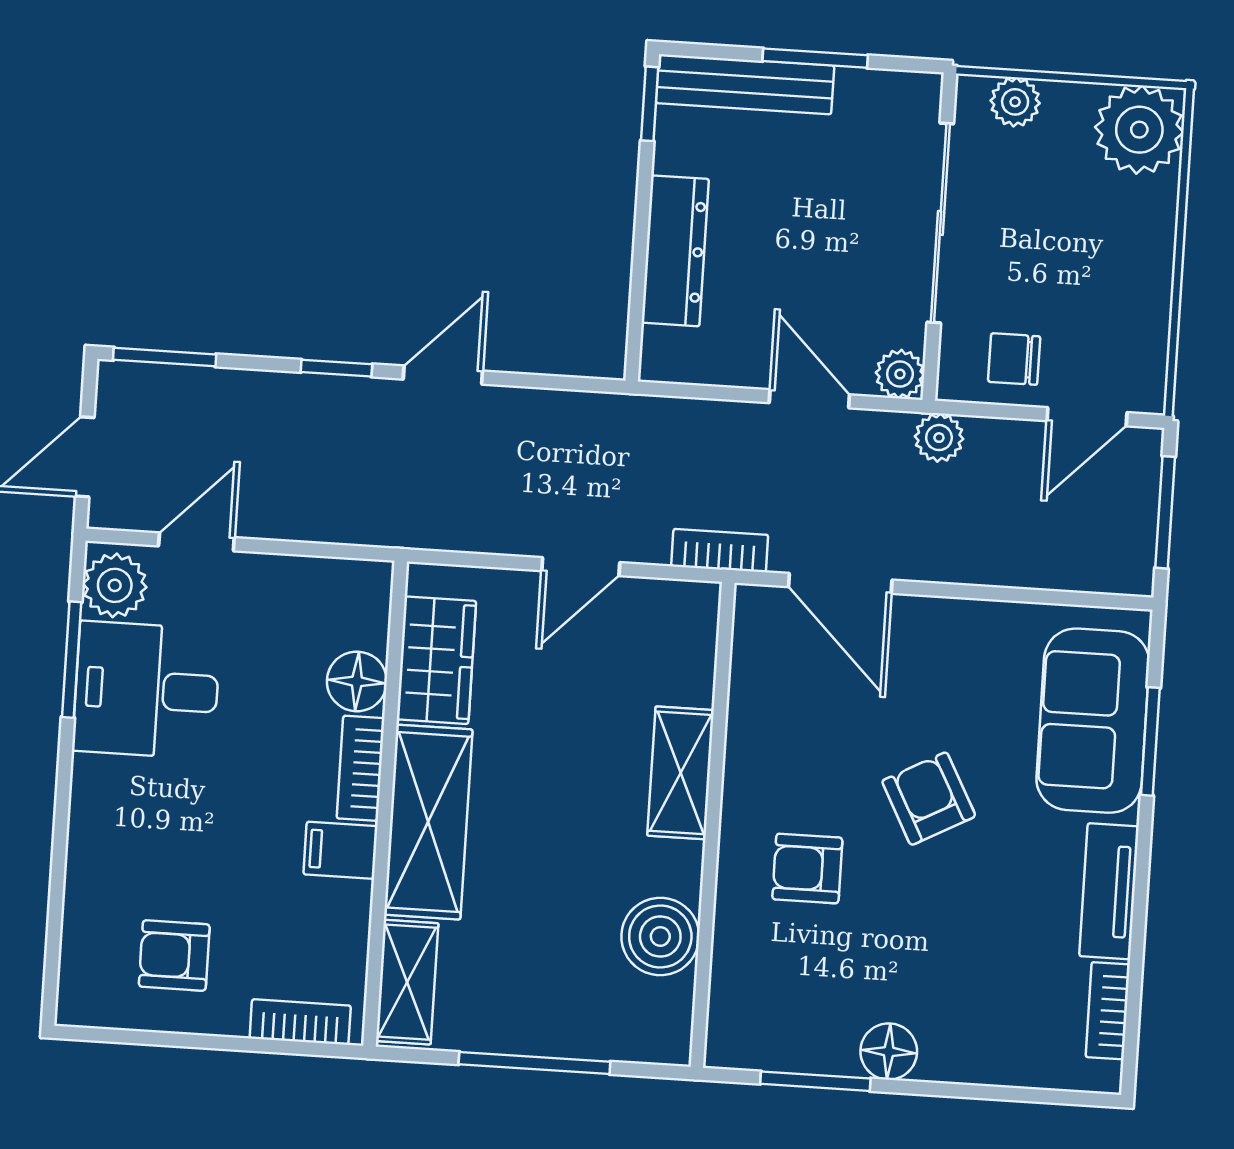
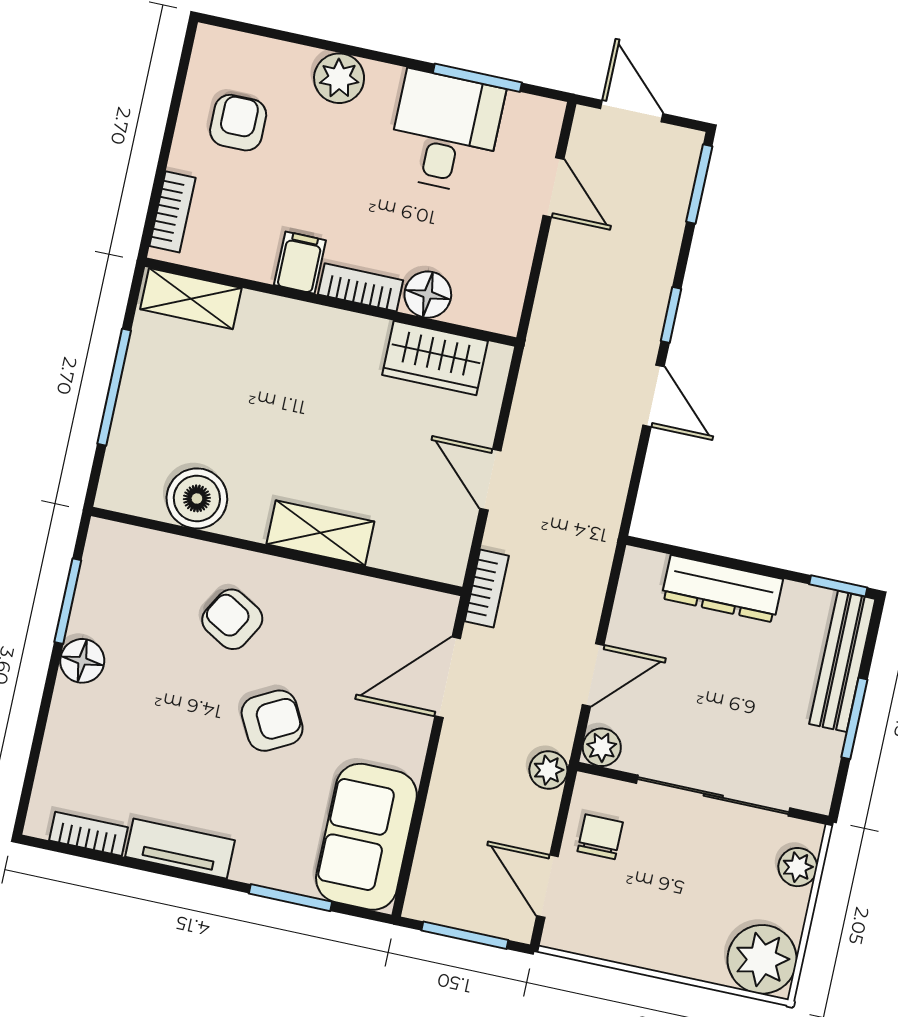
plant: (115, 585) -> (339, 78), moved
sofa: (1093, 721) -> (366, 837), moved, turned -90
shelving: (428, 822) -> (312, 333), removed
armchair: (807, 868) -> (232, 619), turned -60

